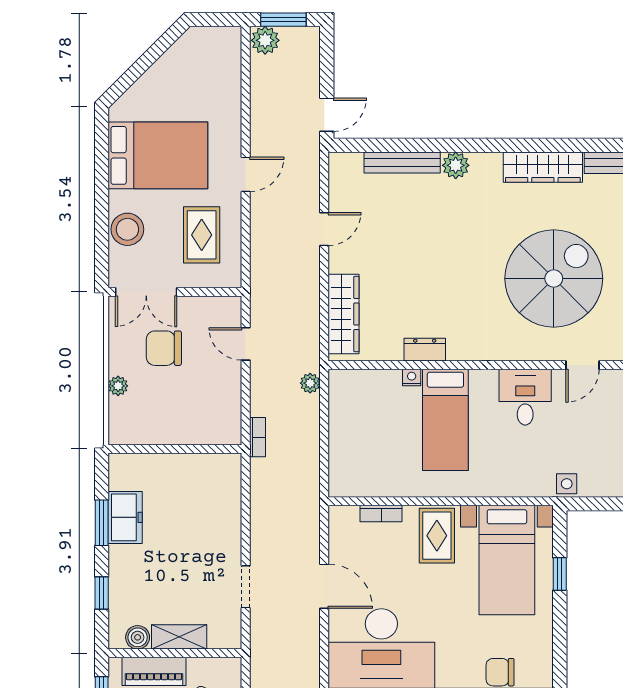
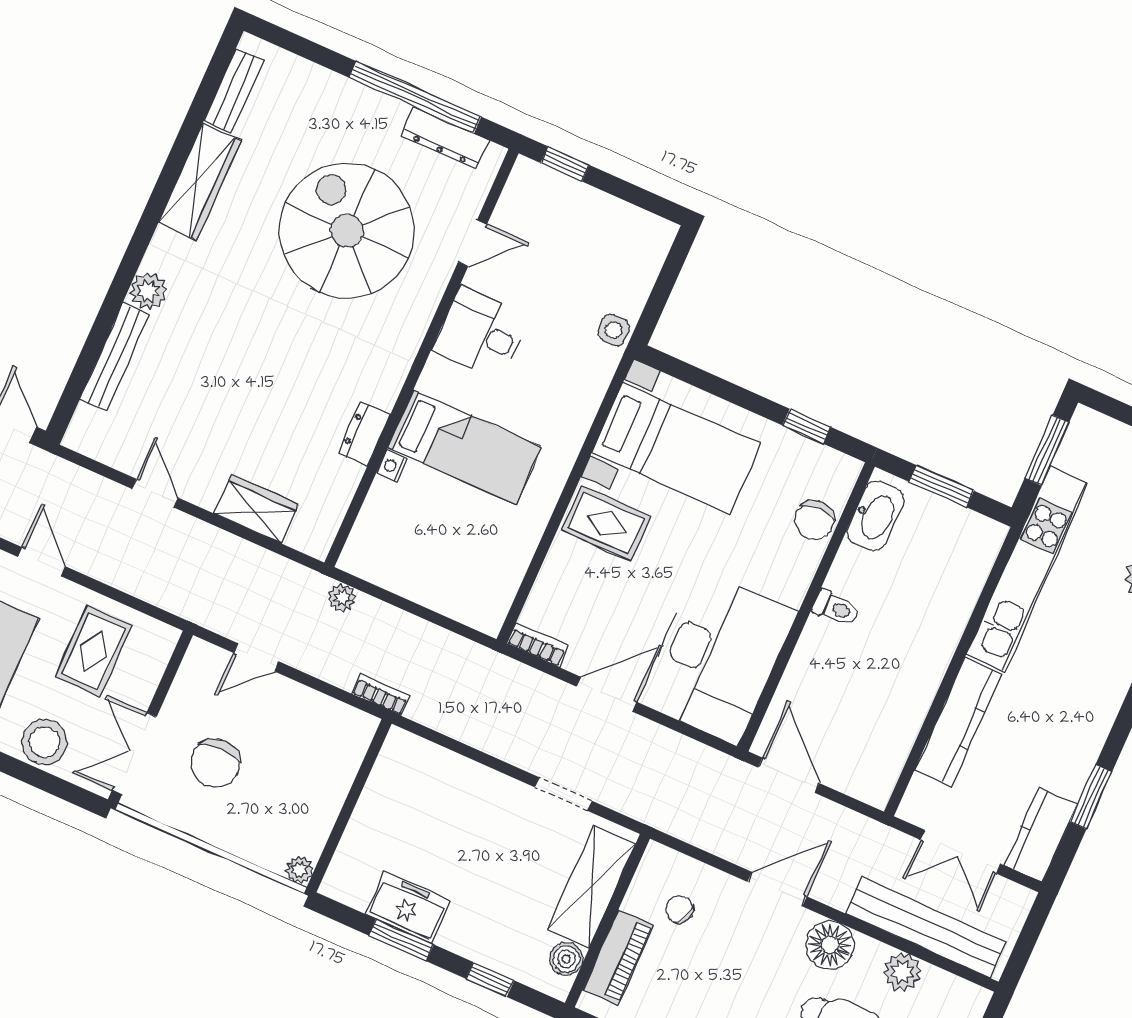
rug: (202, 235) -> (93, 651), turned 90
double door: (146, 292) -> (134, 754), swing flipped
wardrobe: (343, 314) -> (257, 509), width x0.67
door: (582, 365) -> (473, 243), hinge flipped
plant: (118, 386) -> (300, 870), moved
bookcase: (381, 514) -> (538, 645), moved, turned -90
window: (560, 574) -> (806, 426), moved
shelving: (179, 637) -> (592, 887), width x1.50, depth x1.33

